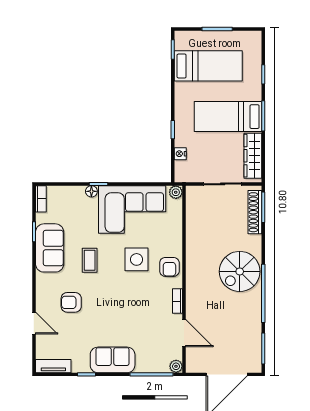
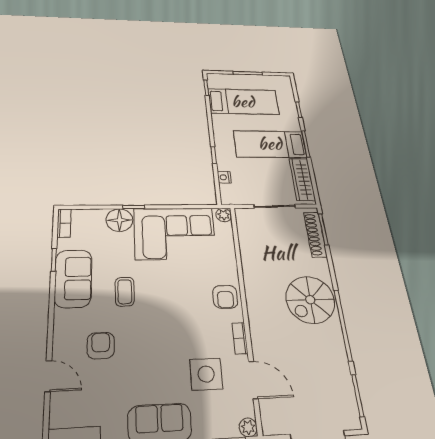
floor lamp: (91, 191) -> (119, 220), width x1.89, depth x1.89
side table: (137, 259) -> (206, 374), moved
armchair: (71, 302) -> (101, 346), turned 90

